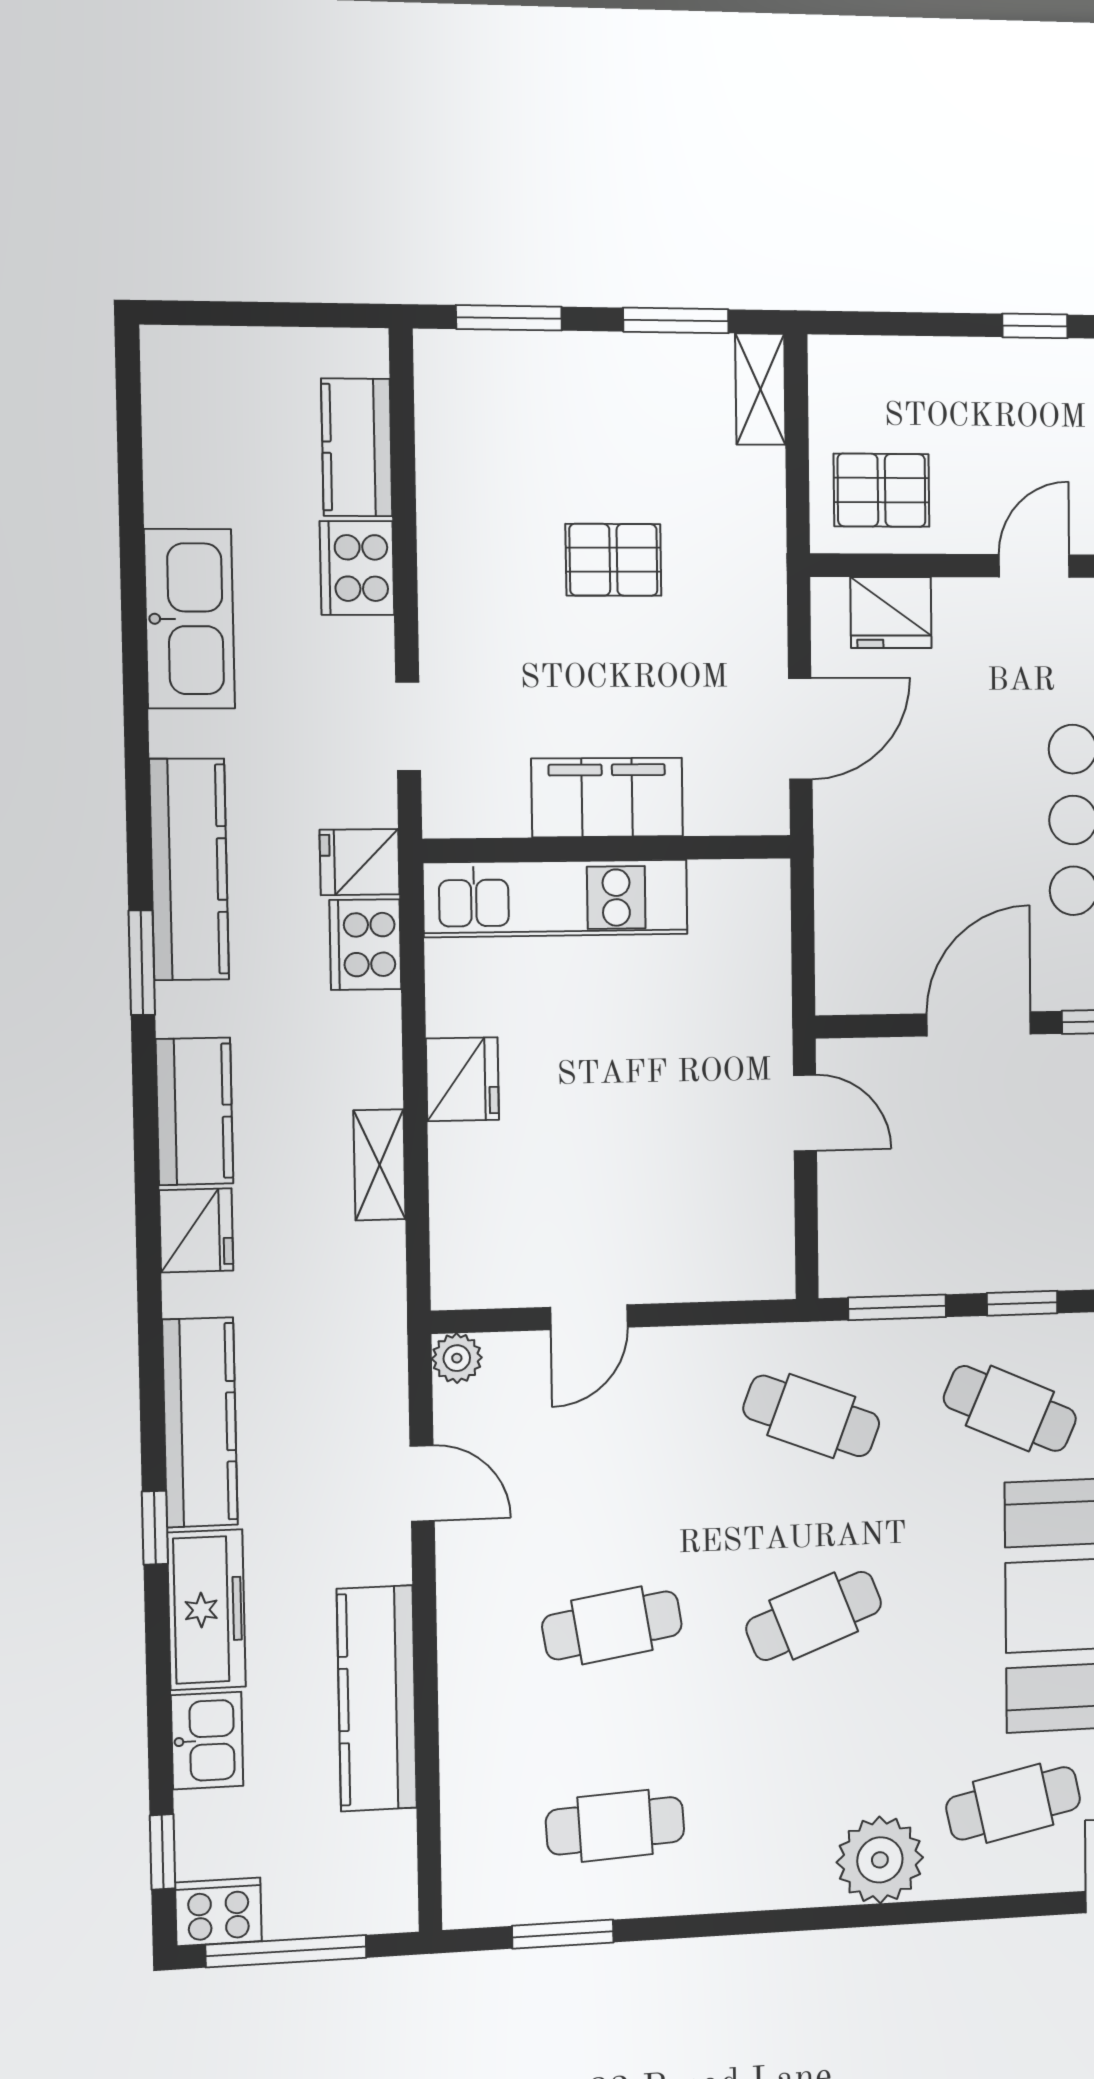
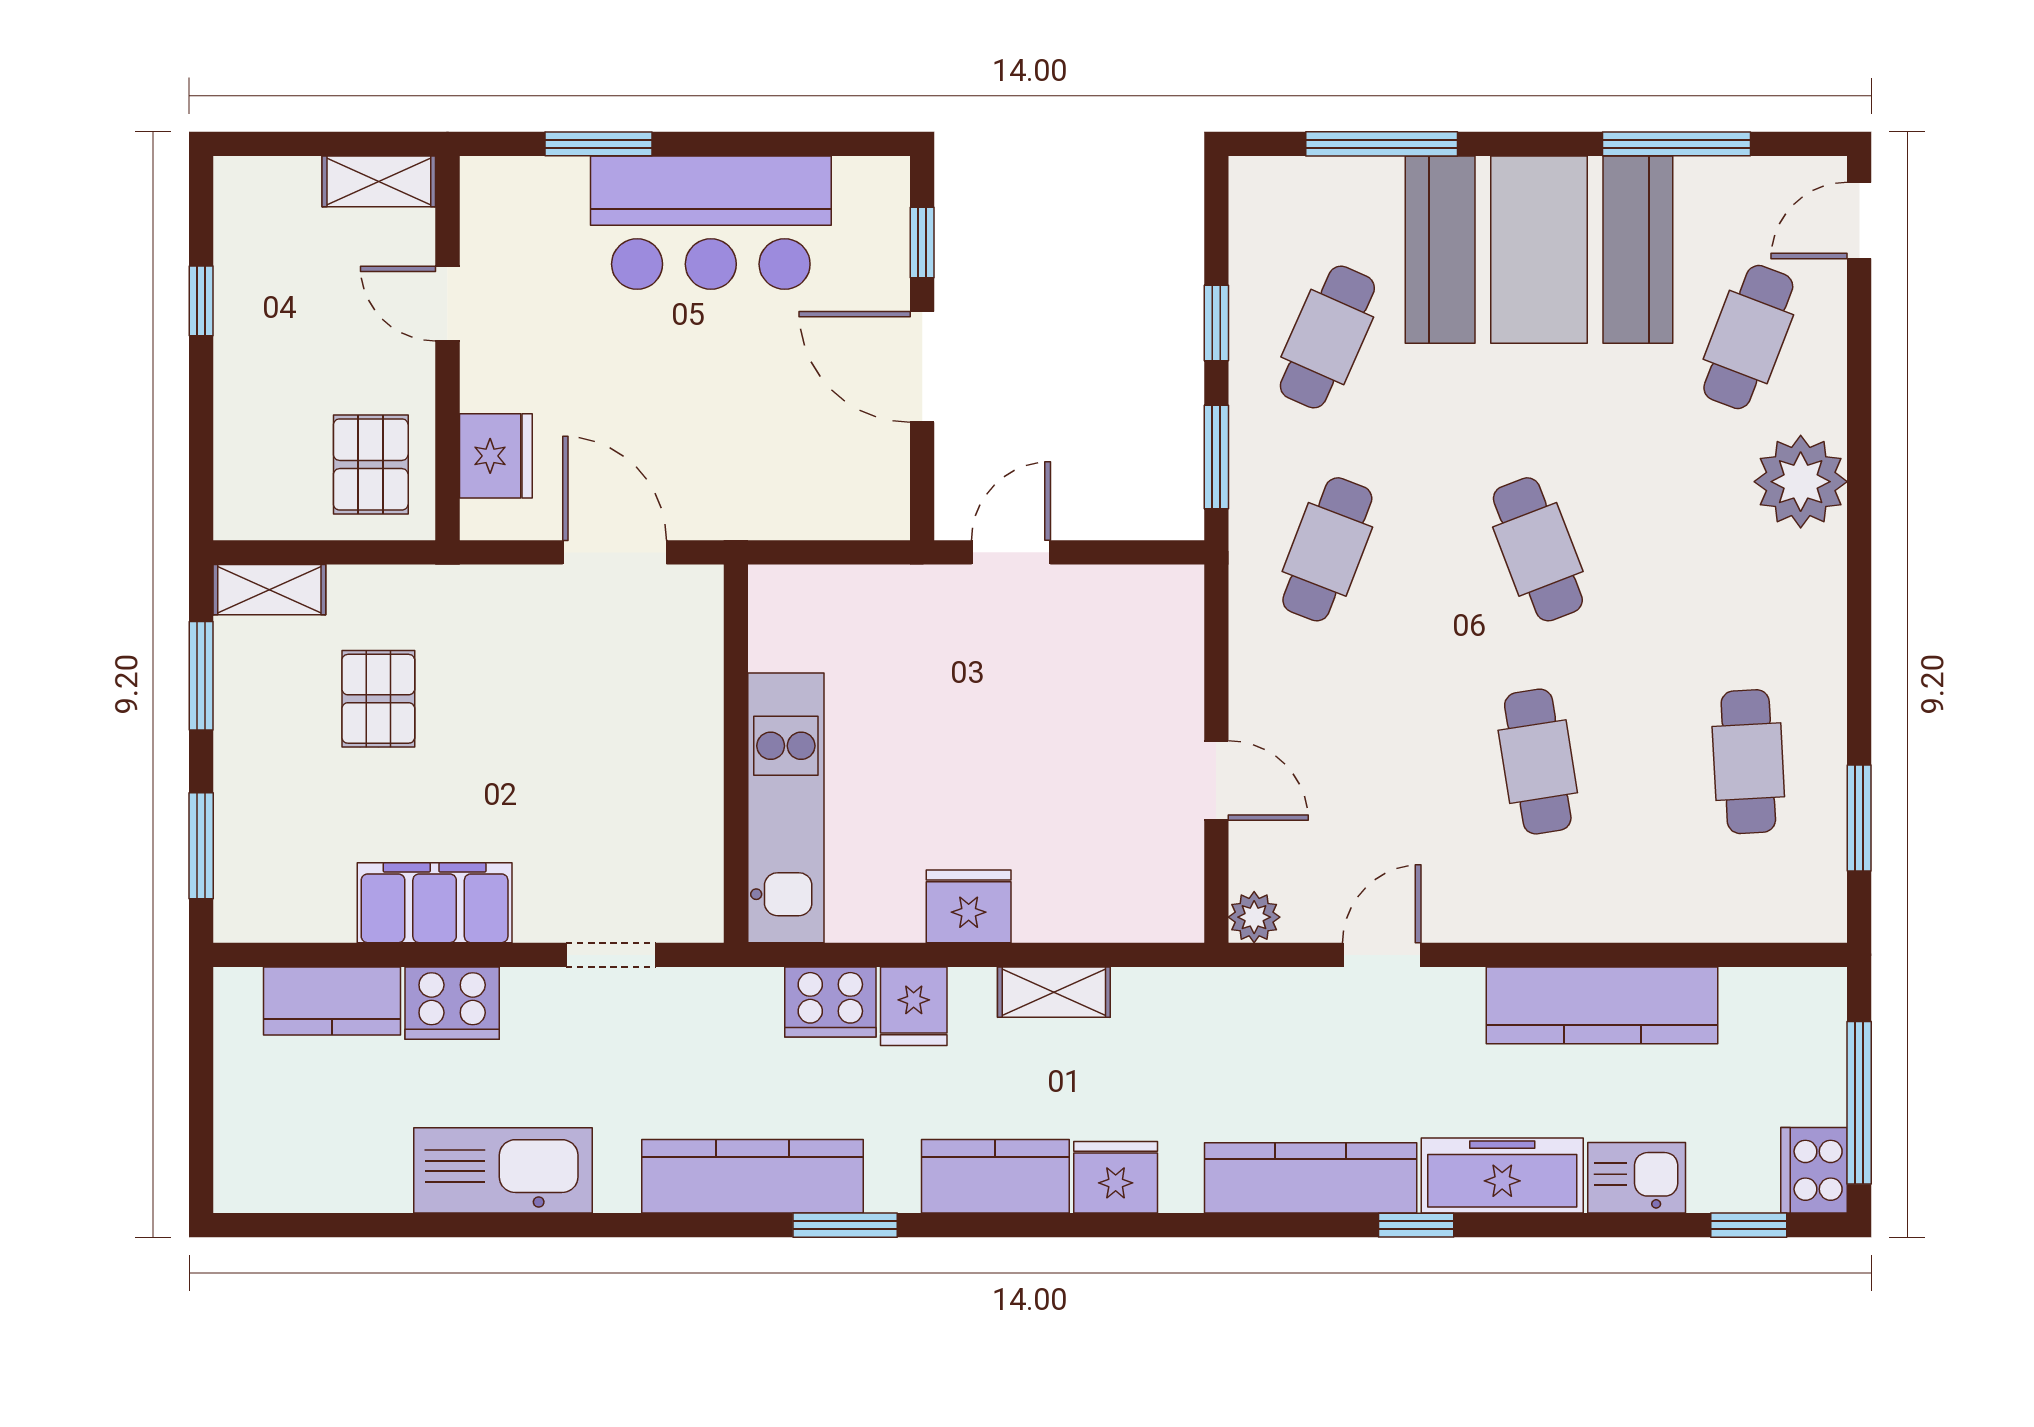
pallet: (613, 560) -> (378, 699), moved
filing cabinet: (607, 797) -> (435, 903), moved, turned 90
fridge: (360, 862) -> (914, 1006), moved
cafe table: (1013, 1803) -> (1748, 337), turned 33

